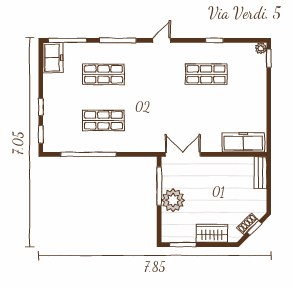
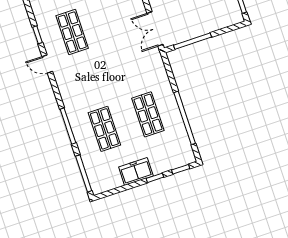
door: (162, 40) -> (47, 64), moved
freezer: (53, 58) -> (136, 171), moved
plant: (173, 200) -> (201, 24), removed

